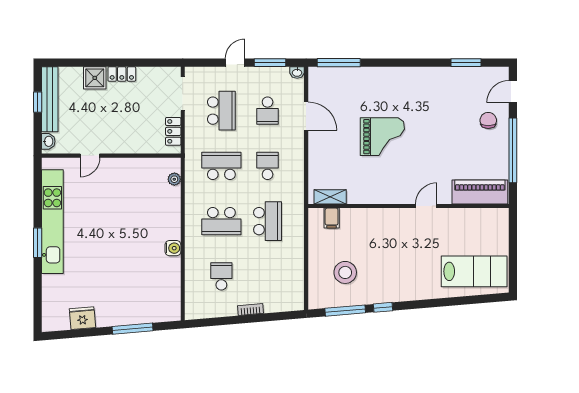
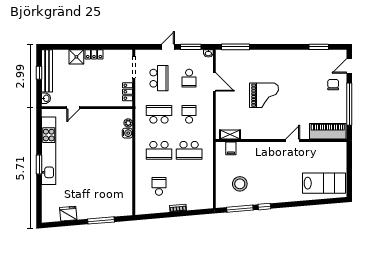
school desk: (268, 221) -> (189, 150), turned 90
water cooler: (173, 248) -> (127, 133), moved

